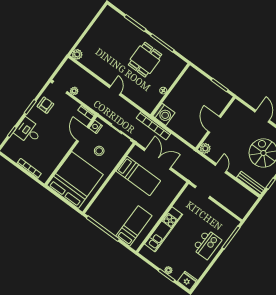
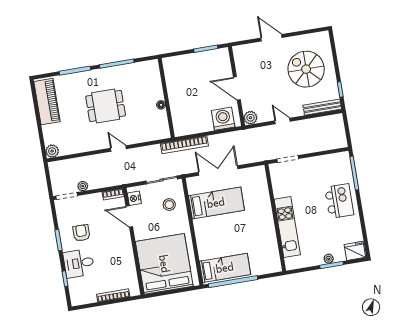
piano: (102, 24) -> (47, 102), added
dining table: (145, 60) -> (106, 106), moved, turned 90
armchair: (45, 105) -> (81, 233), moved
washing machine: (164, 114) -> (223, 119), moved, turned -90
stool: (99, 151) -> (169, 205), moved
bed: (134, 226) -> (225, 268), moved, turned 90

